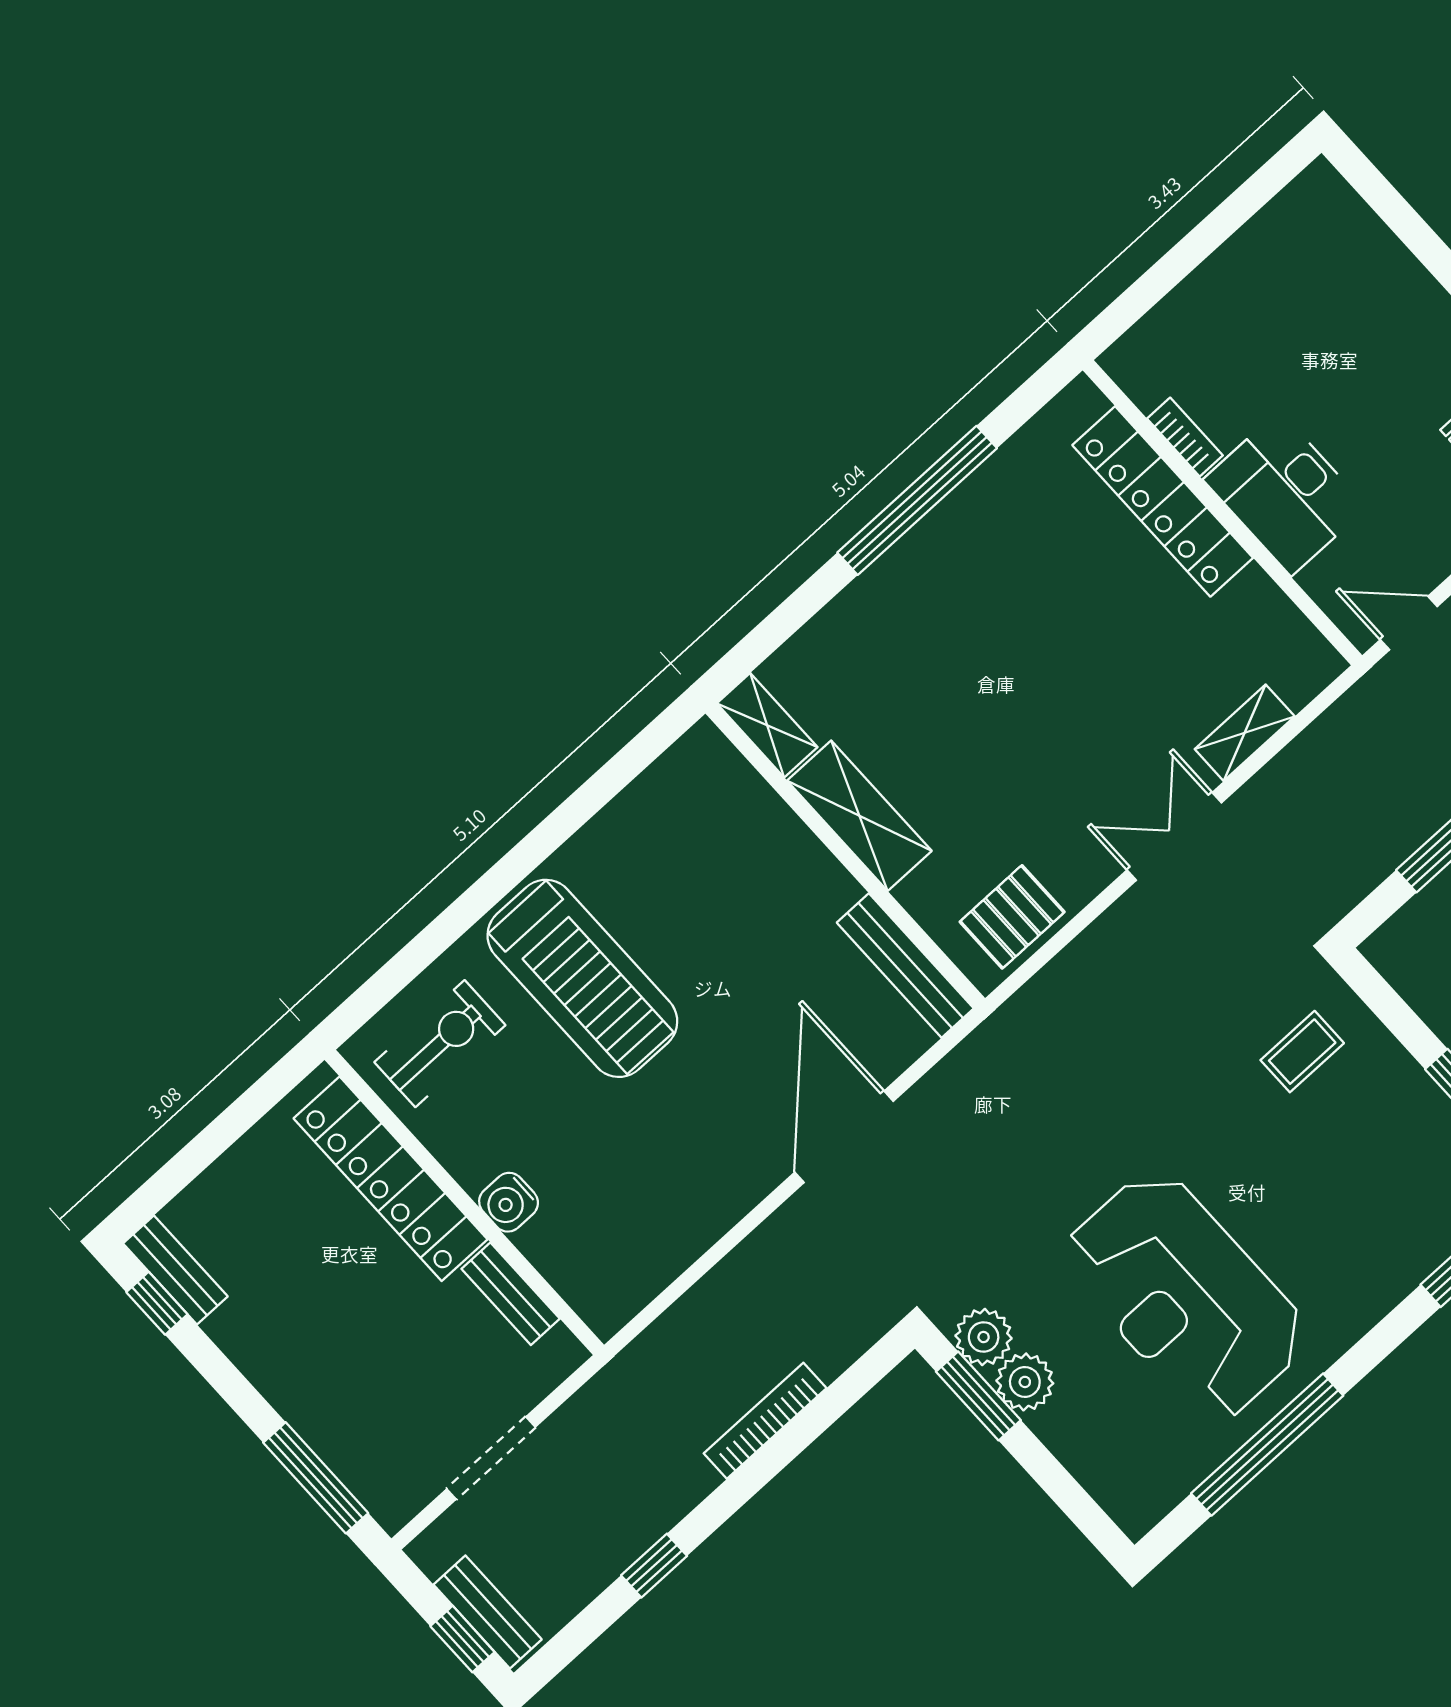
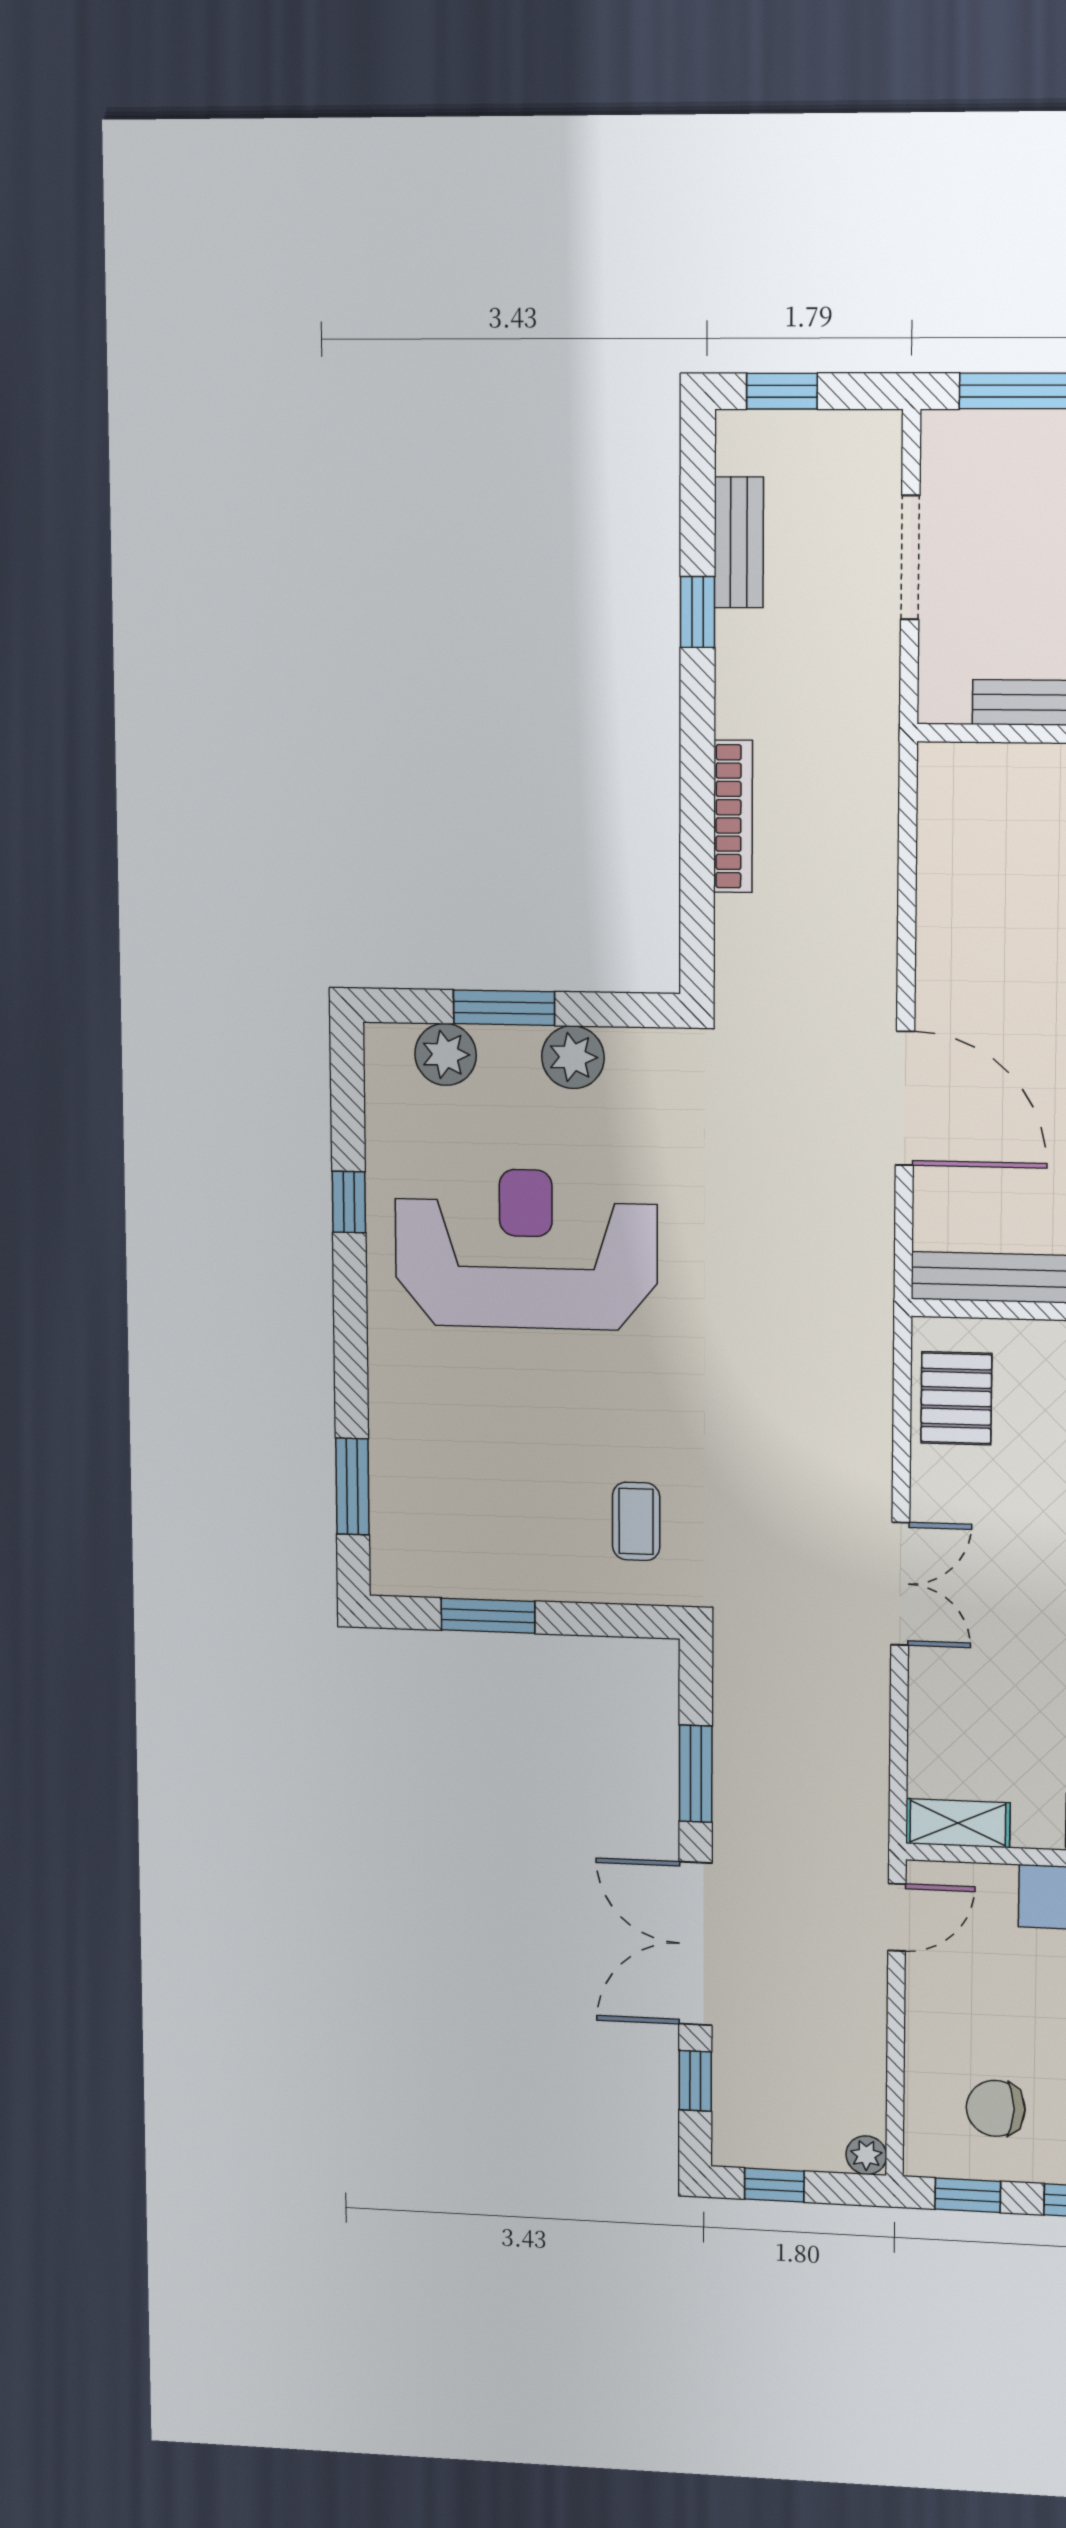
shelving: (1245, 733) -> (958, 1823), moved, turned 90
plant: (984, 1337) -> (446, 1054), moved
window: (978, 1396) -> (504, 1008), moved
window: (1267, 1445) -> (349, 1202), width x0.32
bench: (488, 1612) -> (739, 542), moved, turned 90

